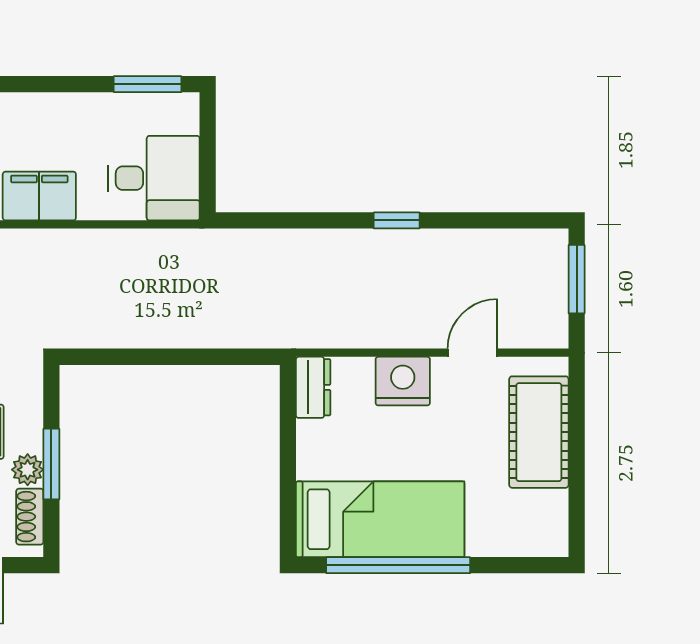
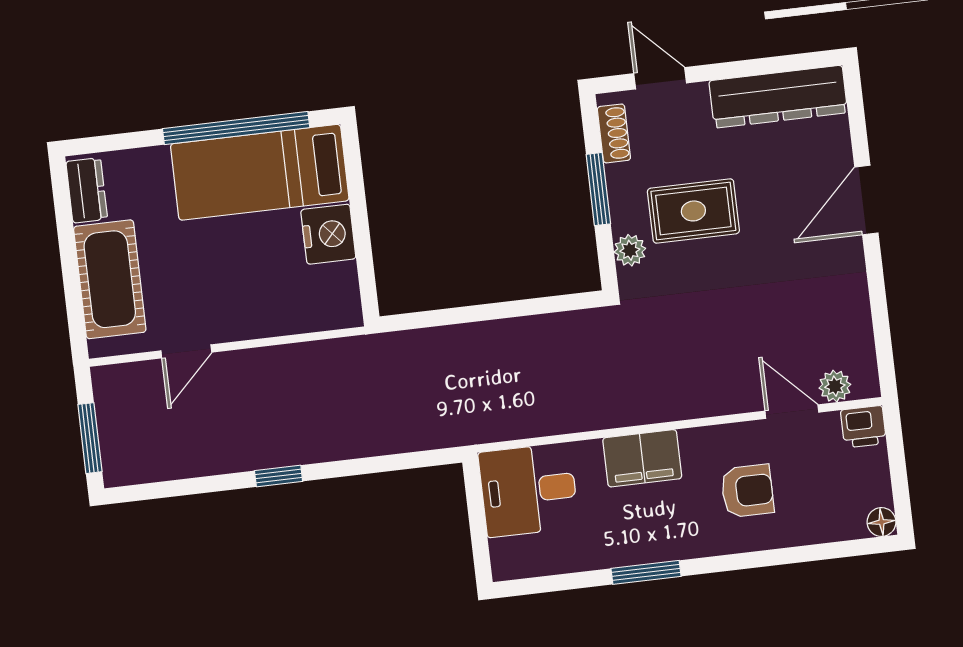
window: (148, 84) -> (646, 572), moved
nightstand: (403, 381) -> (328, 234), moved, turned -90
dresser: (313, 387) -> (87, 190), moved, turned 180
plant: (28, 470) -> (630, 250), moved

